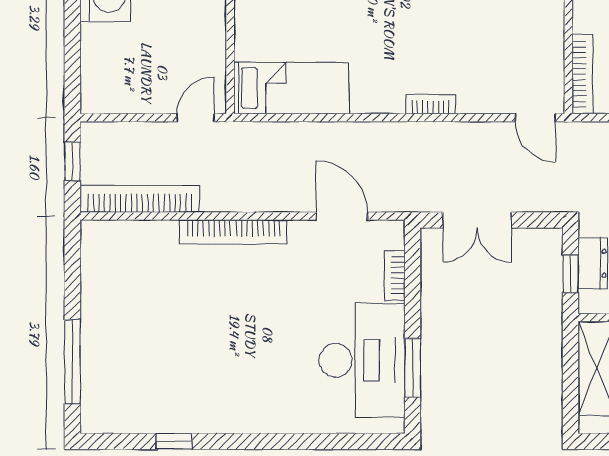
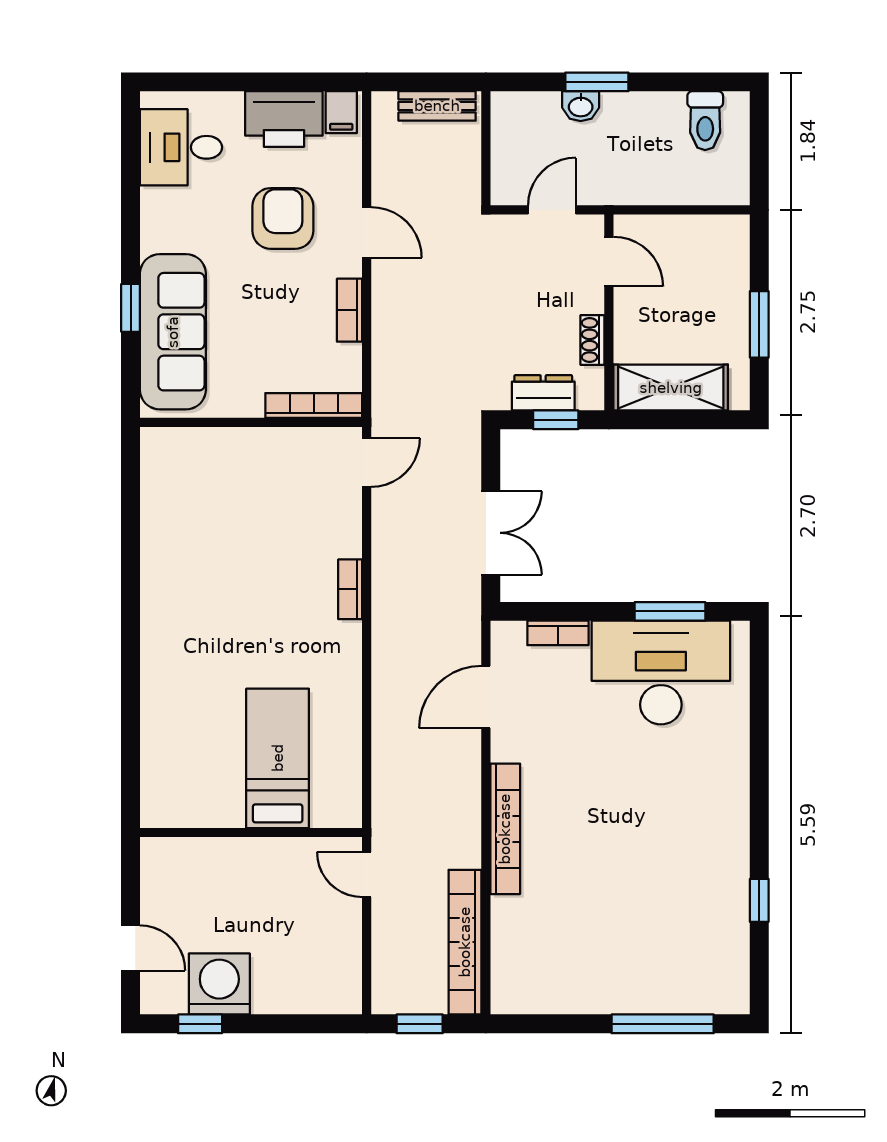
bed: (291, 88) -> (278, 758), moved

